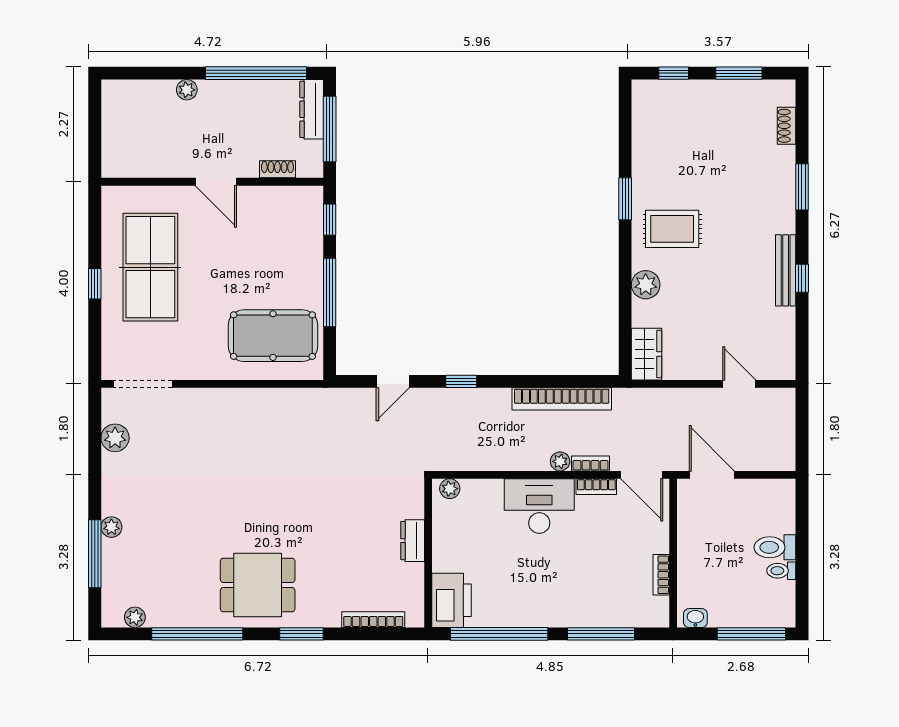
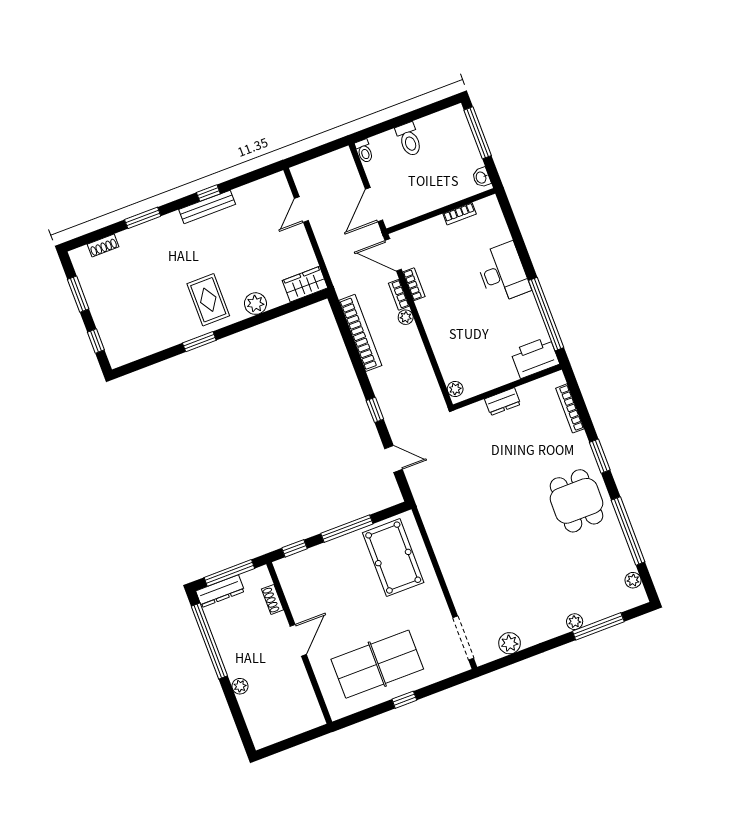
door: (642, 475) -> (393, 255), swing flipped
desk: (539, 506) -> (503, 273), moved, turned 180
toilet: (781, 571) -> (364, 151), moved
window: (601, 634) -> (518, 241), removed

